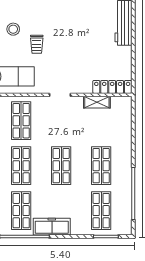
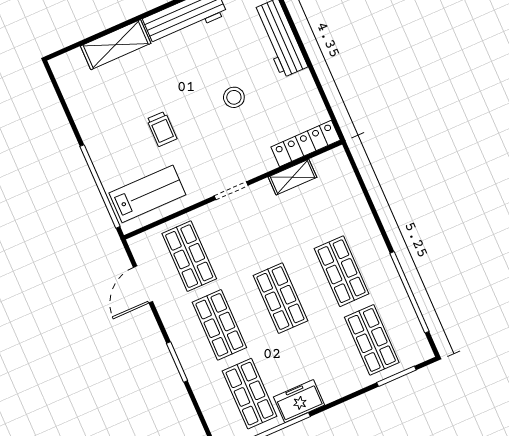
stool: (13, 29) -> (234, 97), moved
freezer: (52, 227) -> (299, 401), width x0.71

